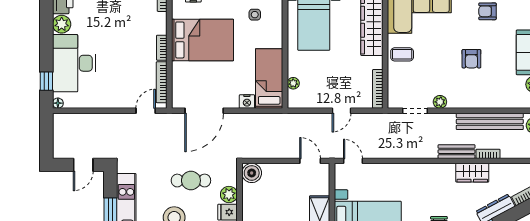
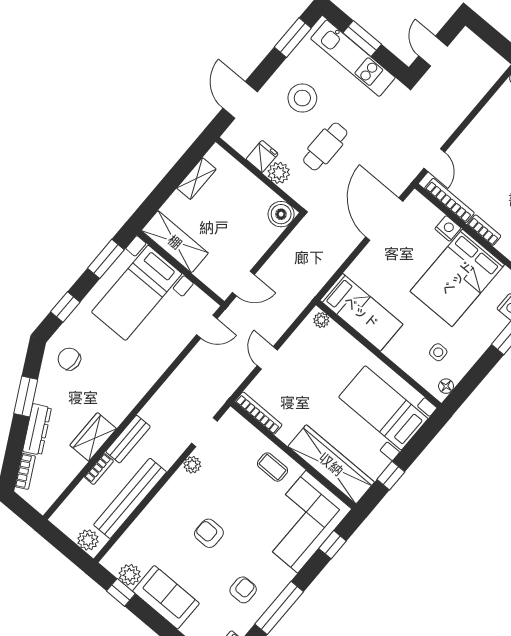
coffee table: (402, 54) -> (273, 467), turned 90
plant: (293, 83) -> (321, 320), moved
nightstand: (247, 102) -> (448, 228), moved, turned 90

